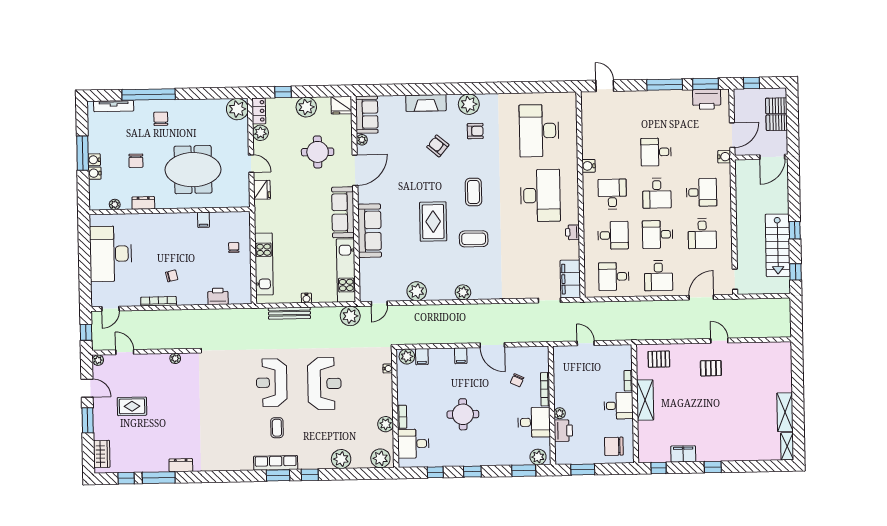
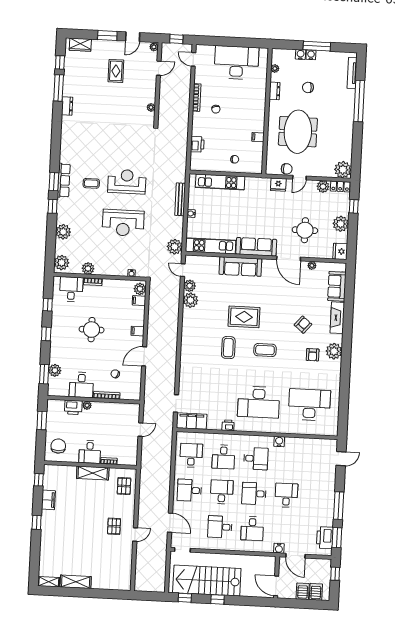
sofa: (367, 115) -> (337, 286), moved, turned 90
chair: (161, 119) -> (287, 169), moved
stairs: (778, 245) -> (207, 581), width x1.36, depth x1.51
plant: (463, 292) -> (190, 286), moved
plant: (538, 457) -> (55, 370), moved

